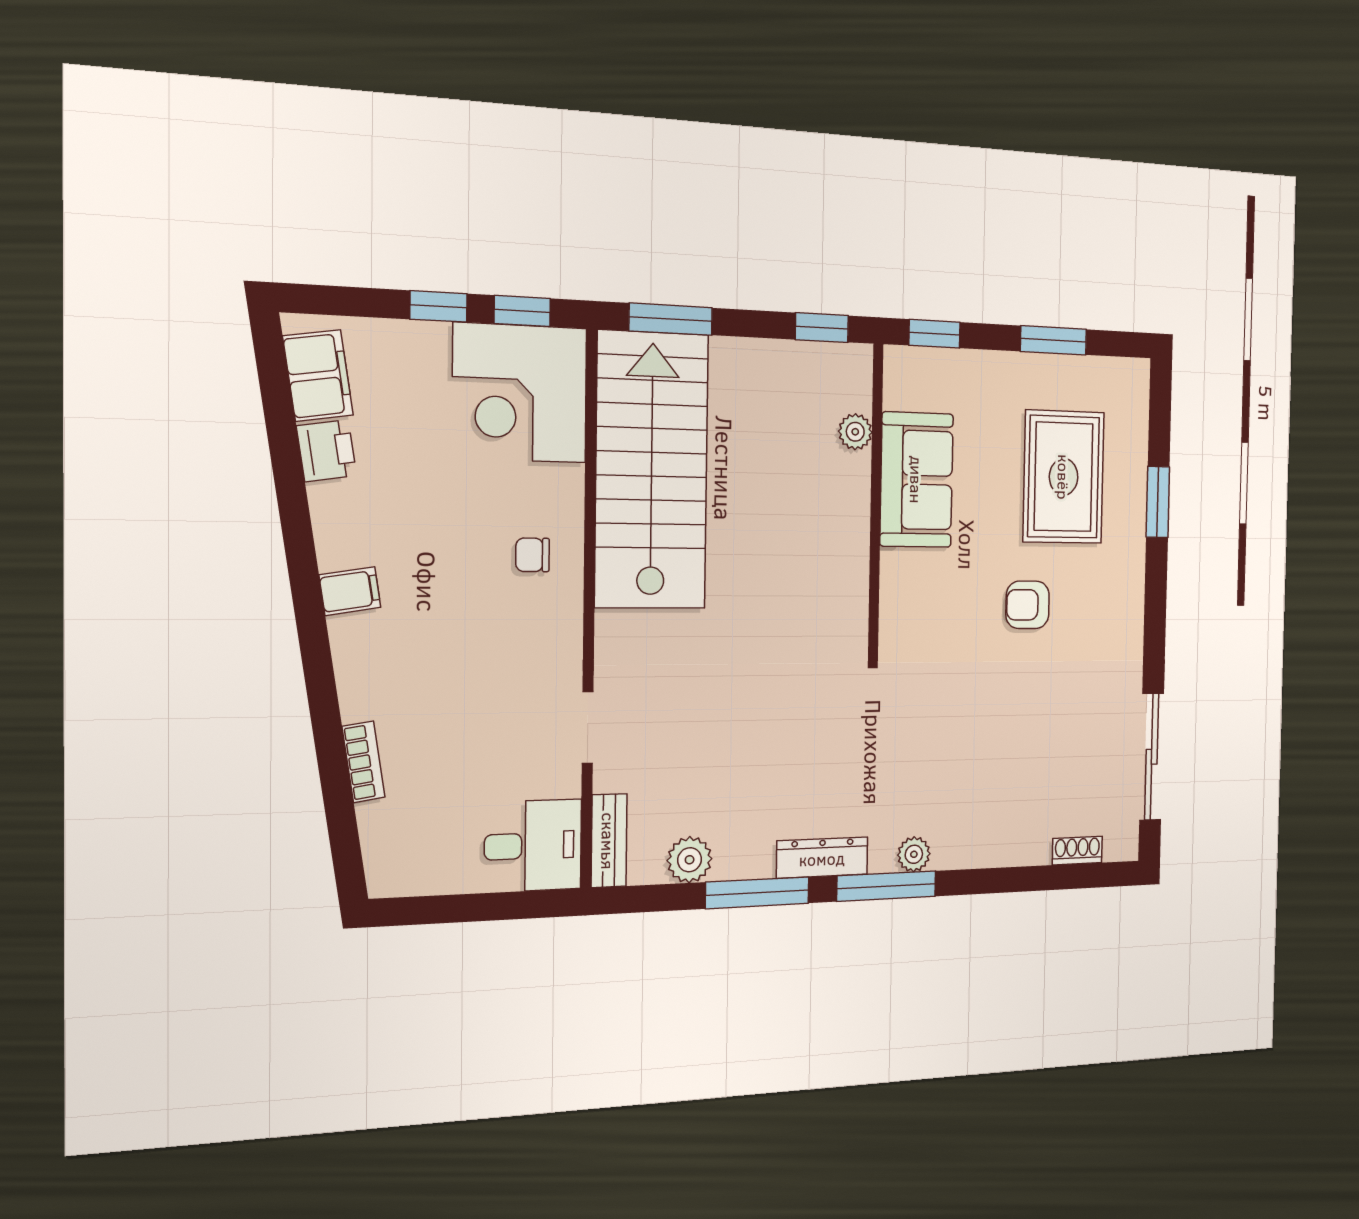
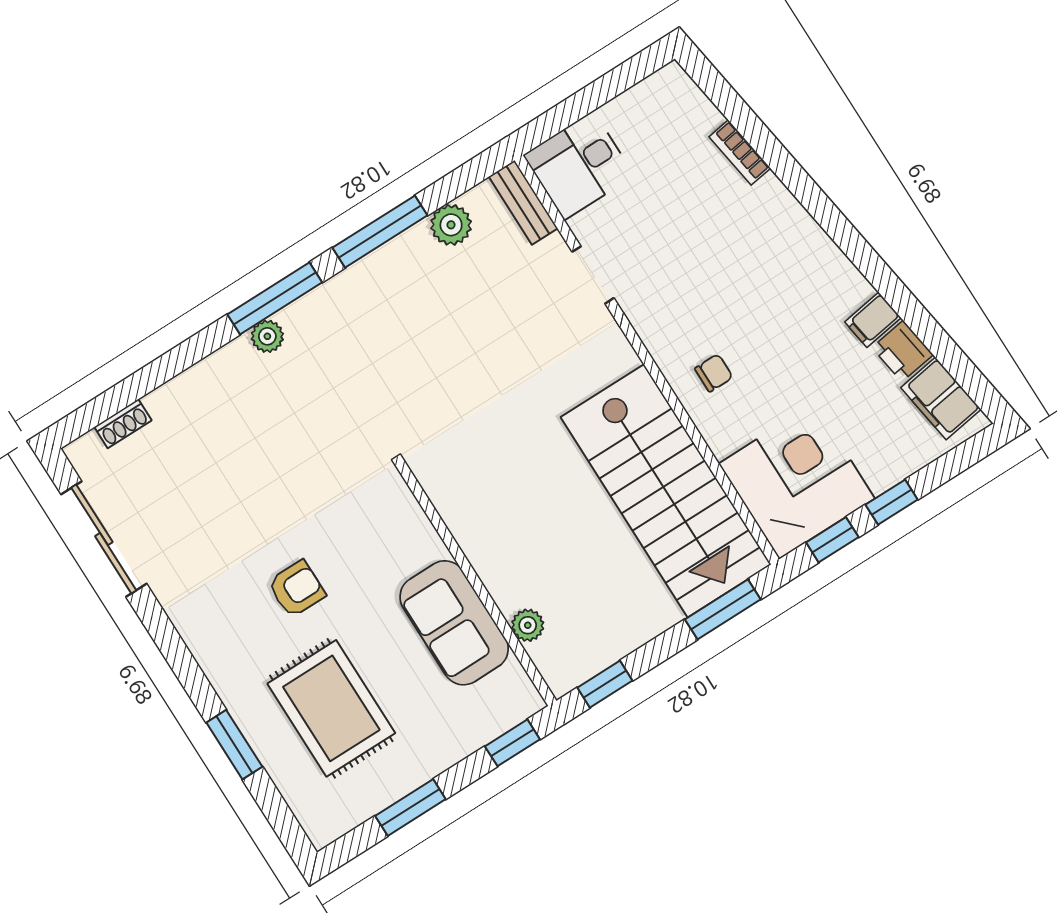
filing cabinet: (350, 591) -> (873, 320), moved
dresser: (822, 858) -> (344, 289), removed

